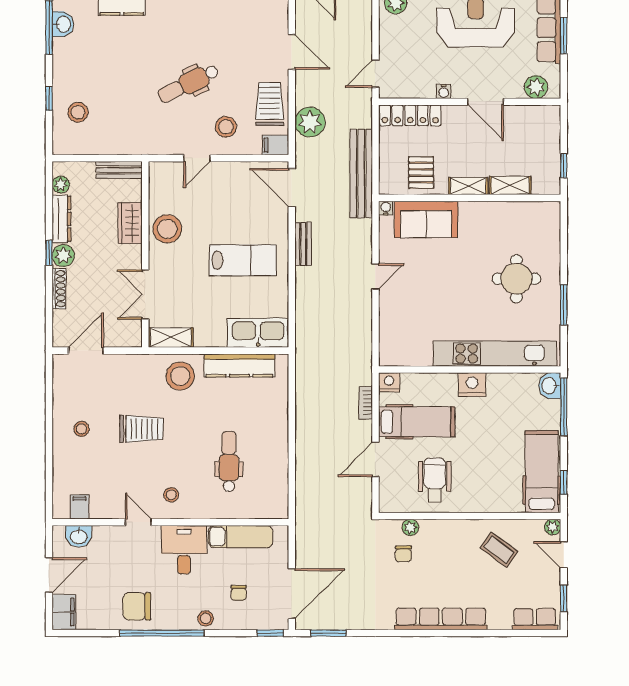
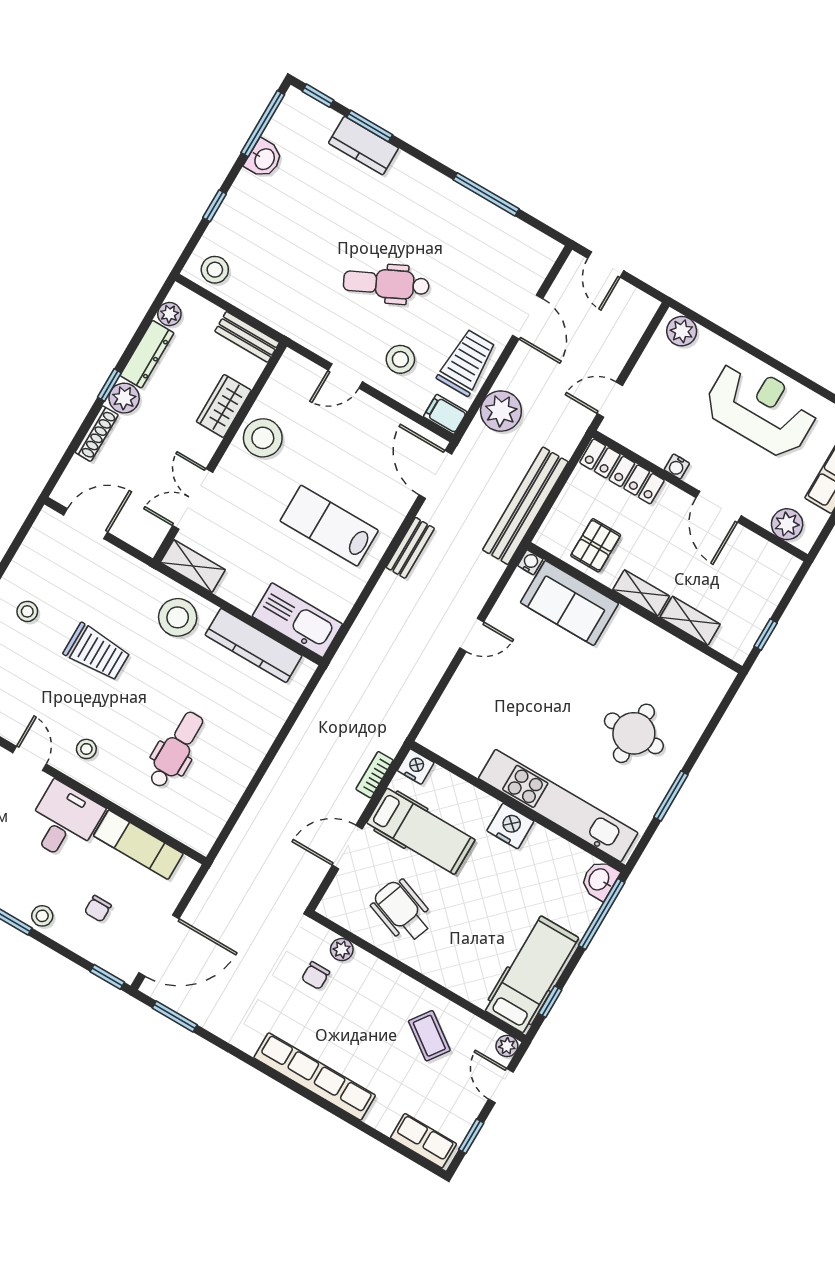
washbasin: (63, 24) -> (264, 159), moved
stool: (78, 112) -> (215, 270), moved
lab bench: (243, 260) -> (329, 526), turned 180
wheelchair: (435, 480) -> (402, 911), turned -70

